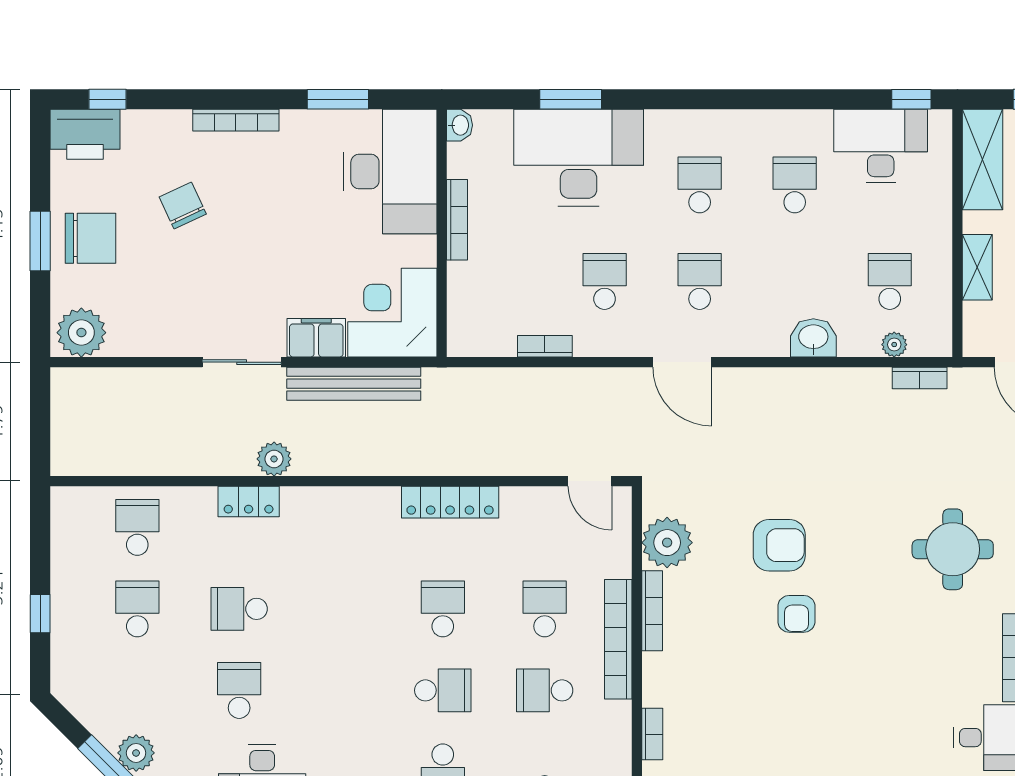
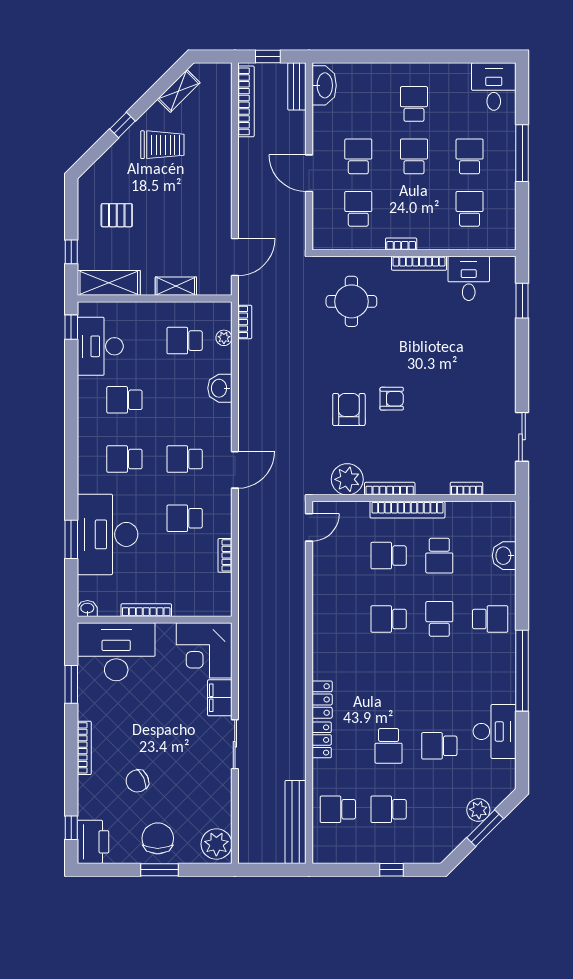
bench: (354, 384) -> (296, 822), moved
plant: (274, 459) -> (295, 724), removed
locker: (450, 502) -> (322, 700), moved, width x0.66

